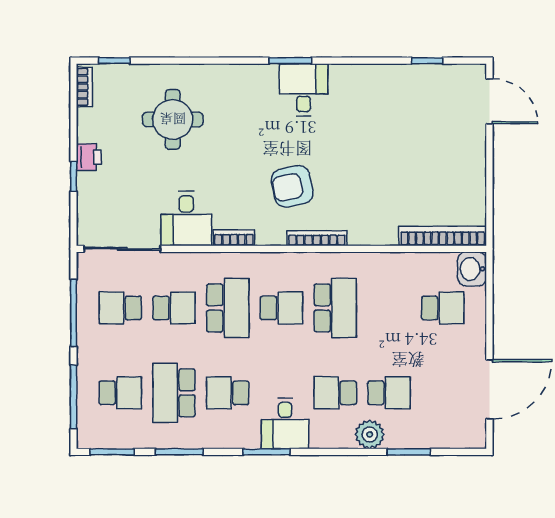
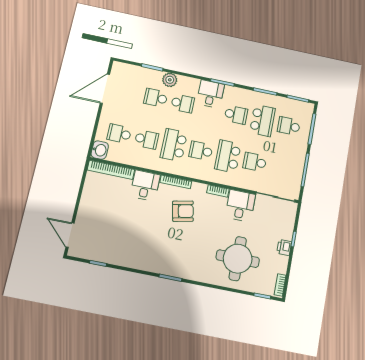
desk: (304, 90) -> (145, 186), moved, turned 180
round table: (173, 119) -> (238, 259), width x1.36, depth x1.36
school desk: (120, 308) -> (147, 139), moved

